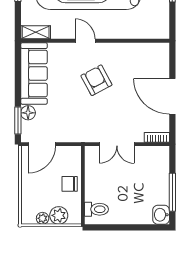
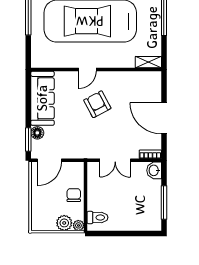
shelving: (36, 32) -> (148, 62), moved
door: (85, 41) -> (87, 70), swing flipped
chair: (70, 184) -> (74, 195), turned 90
washbasin: (161, 215) -> (154, 170), moved
plant: (43, 218) -> (78, 225), moved

